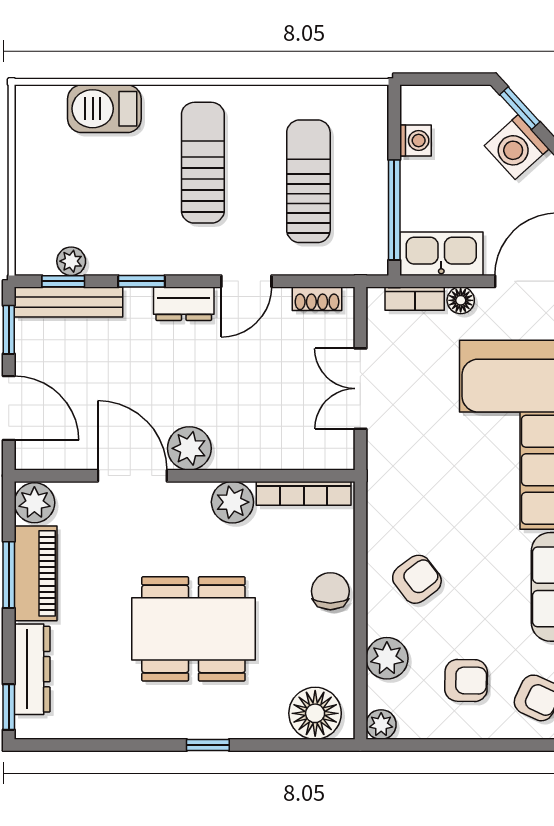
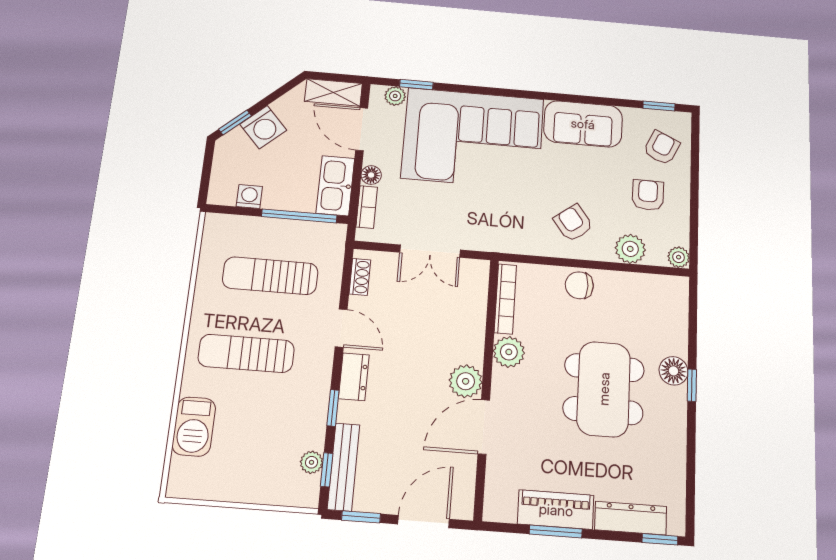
plant: (34, 503) -> (500, 506), removed
floor lamp: (315, 713) -> (674, 371), moved, width x0.73, depth x0.73

